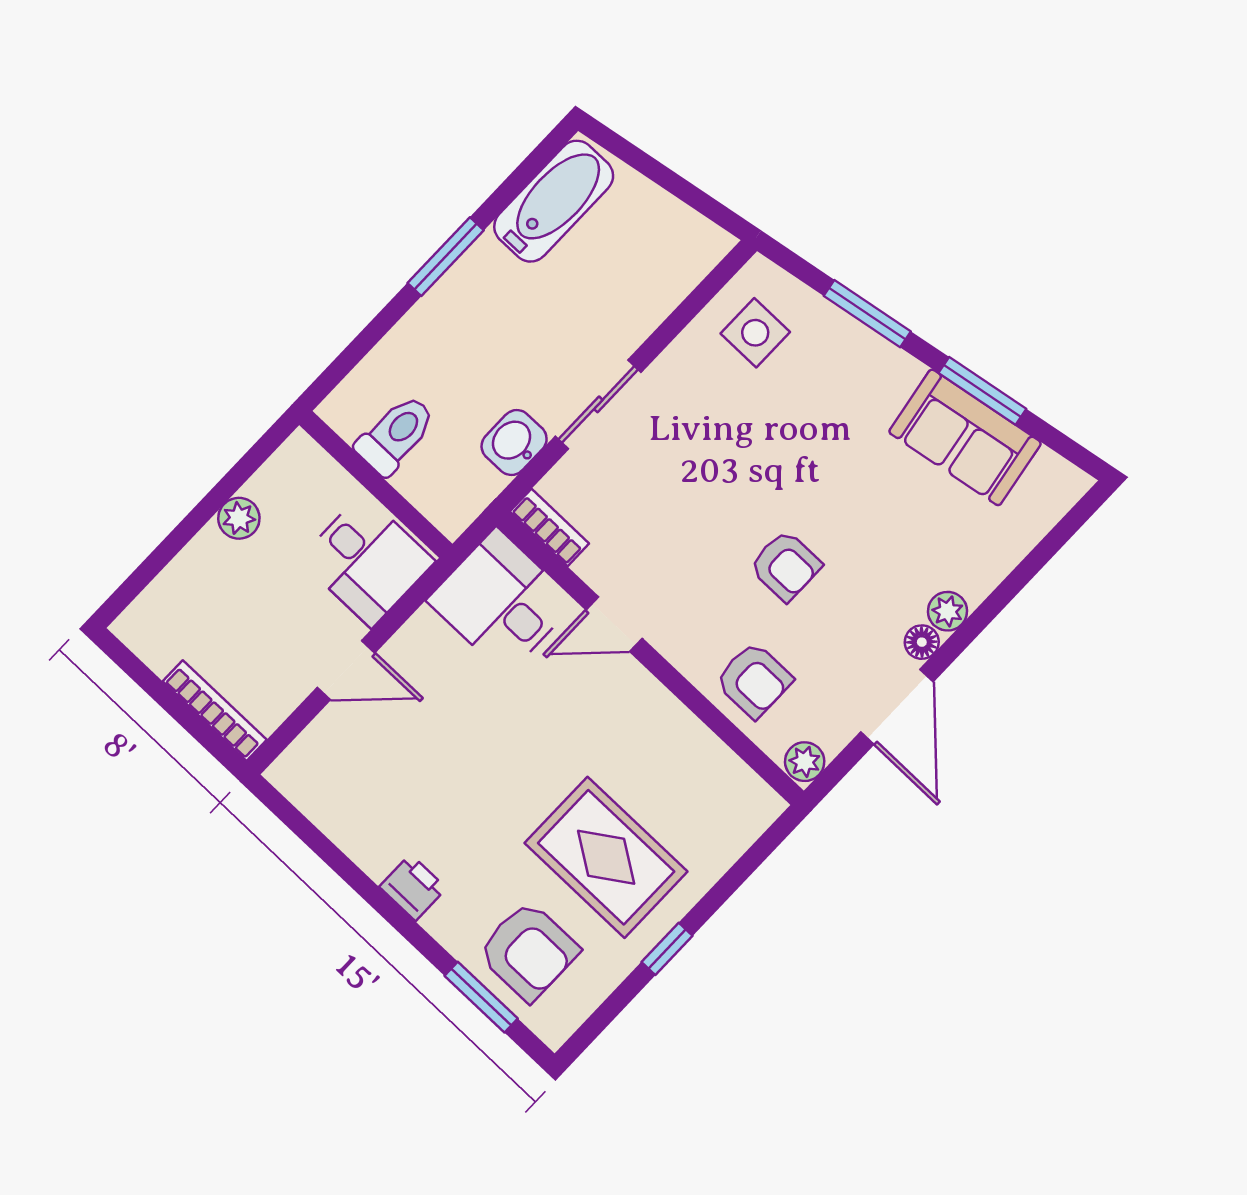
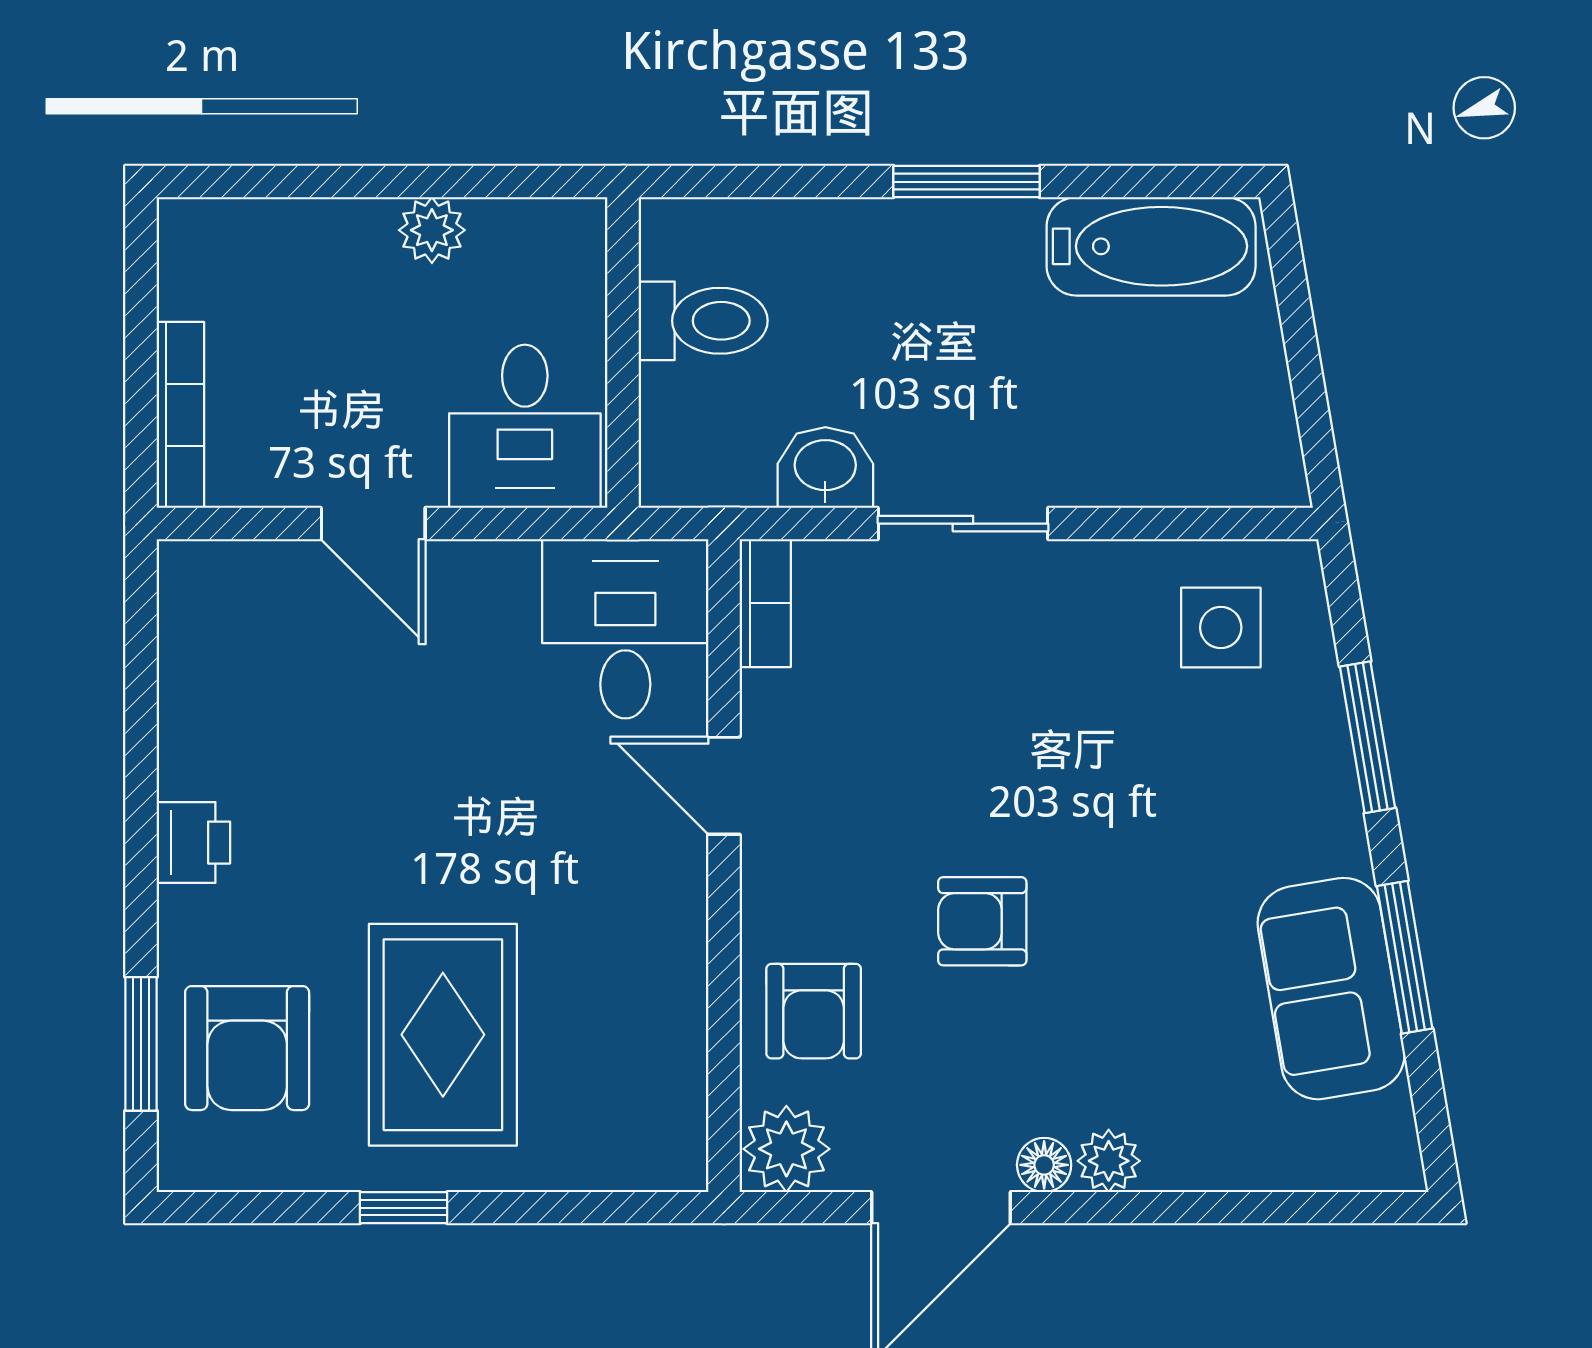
armchair: (786, 566) -> (982, 921), turned 90
plant: (805, 762) -> (786, 1149), width x1.38, depth x1.38

